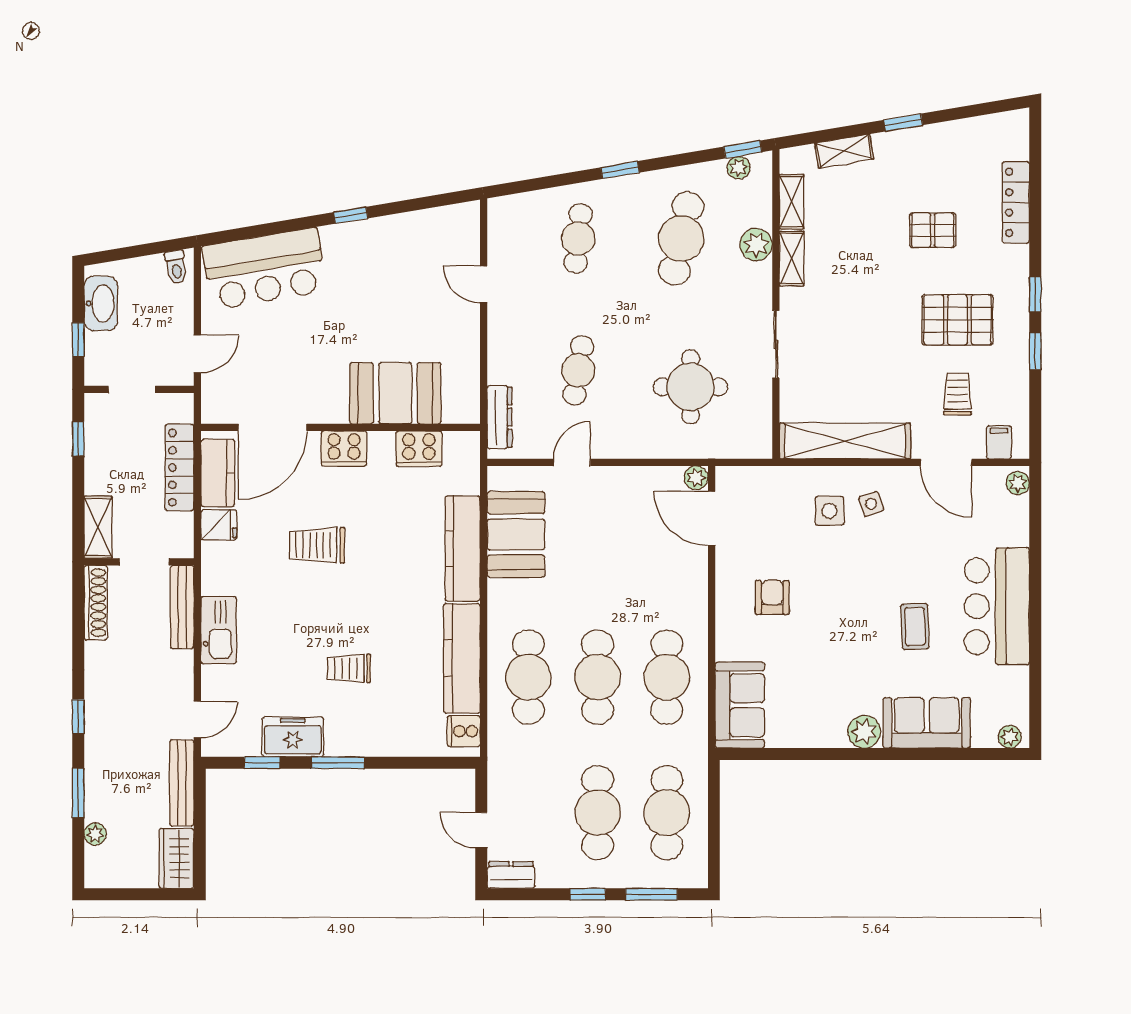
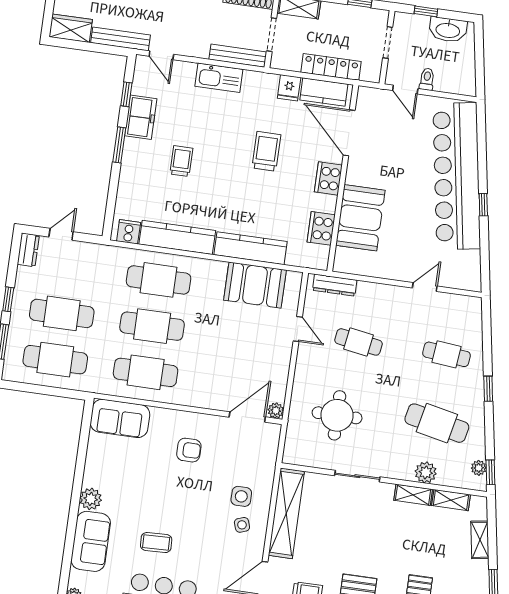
toilet: (176, 267) -> (427, 79), moved, turned 100
bar counter: (265, 269) -> (457, 176), width x1.86

